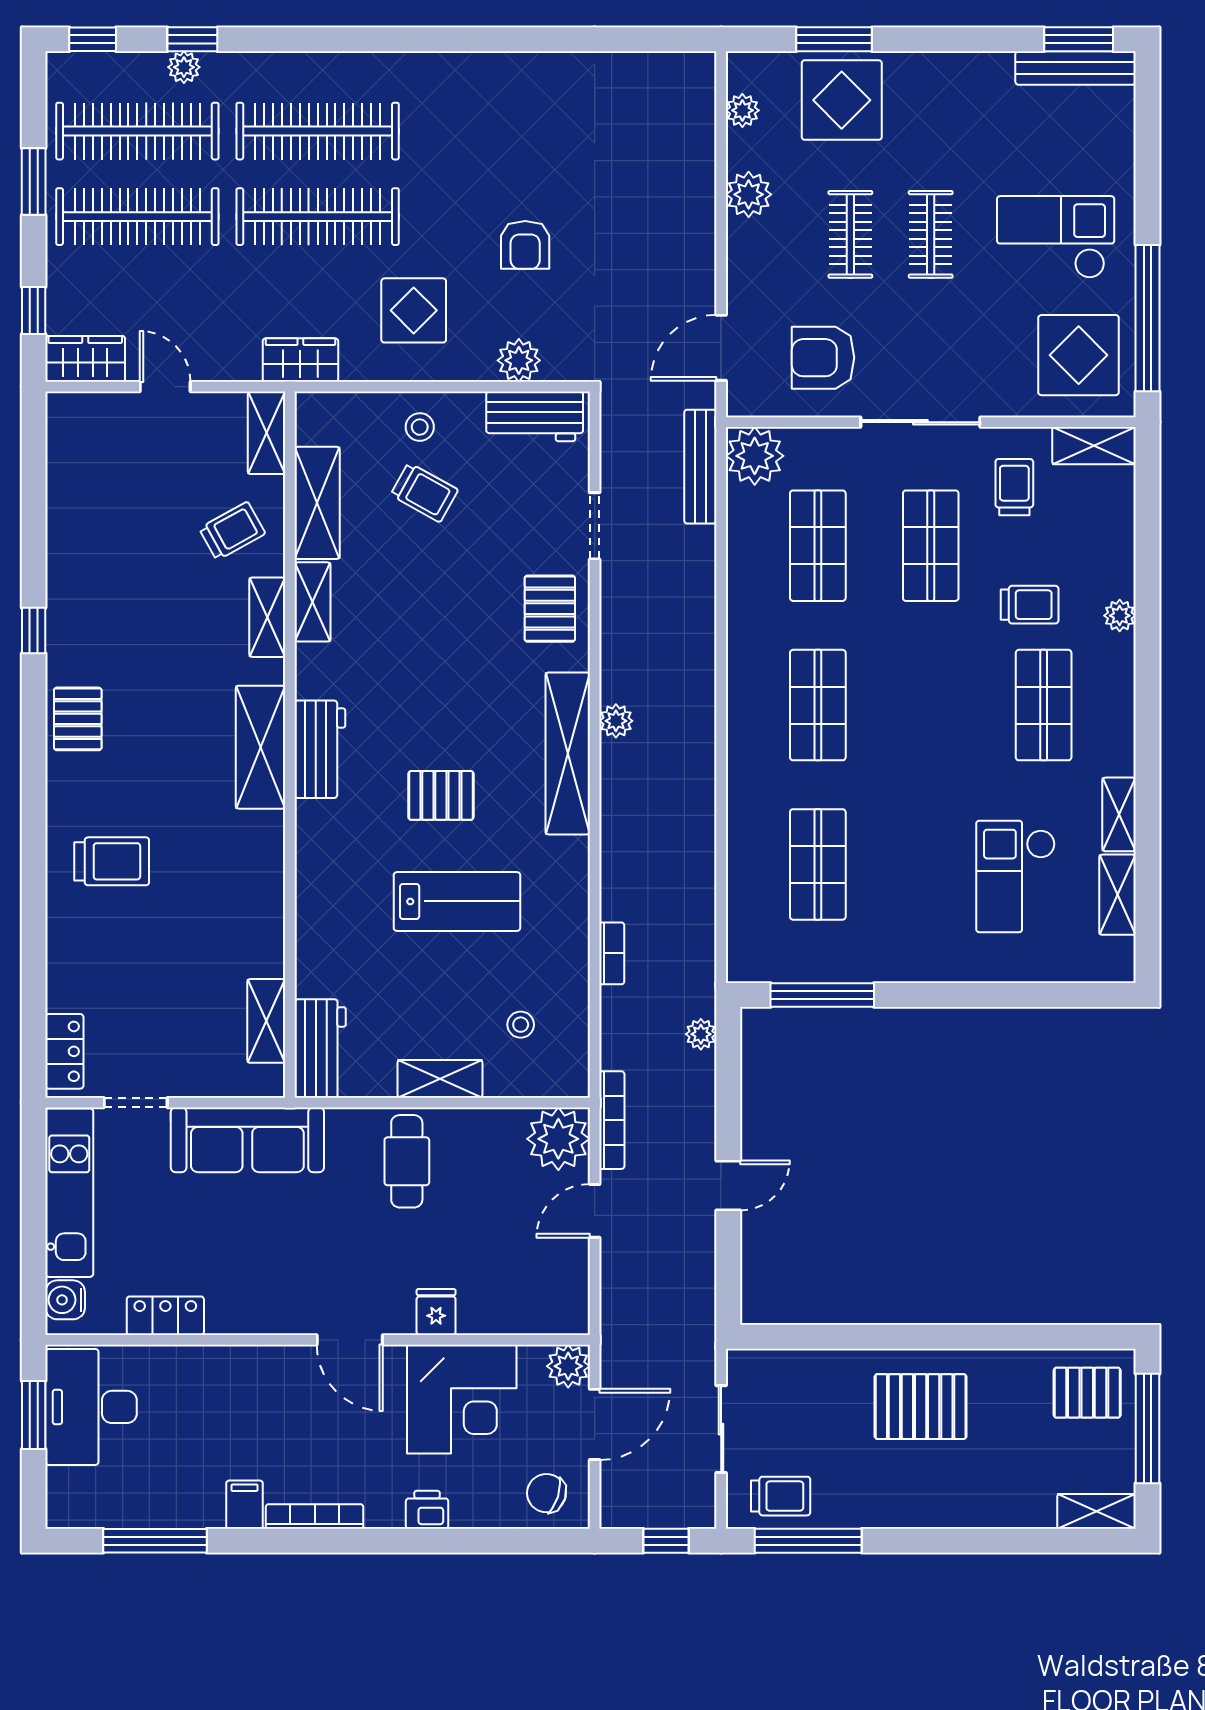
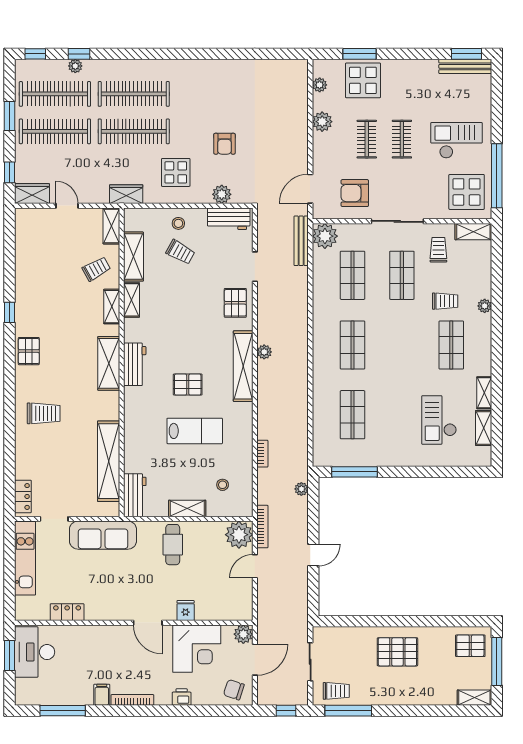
shelving: (266, 1021) -> (109, 461), width x2.20, depth x1.33
water cooler: (65, 1300) -> (23, 605), removed

